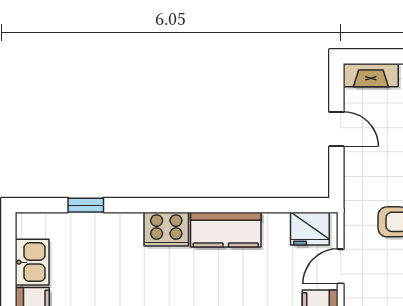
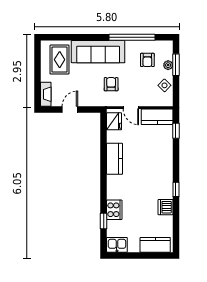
cooker: (166, 229) -> (114, 210), moved
kitchen sink: (32, 262) -> (117, 245), moved

